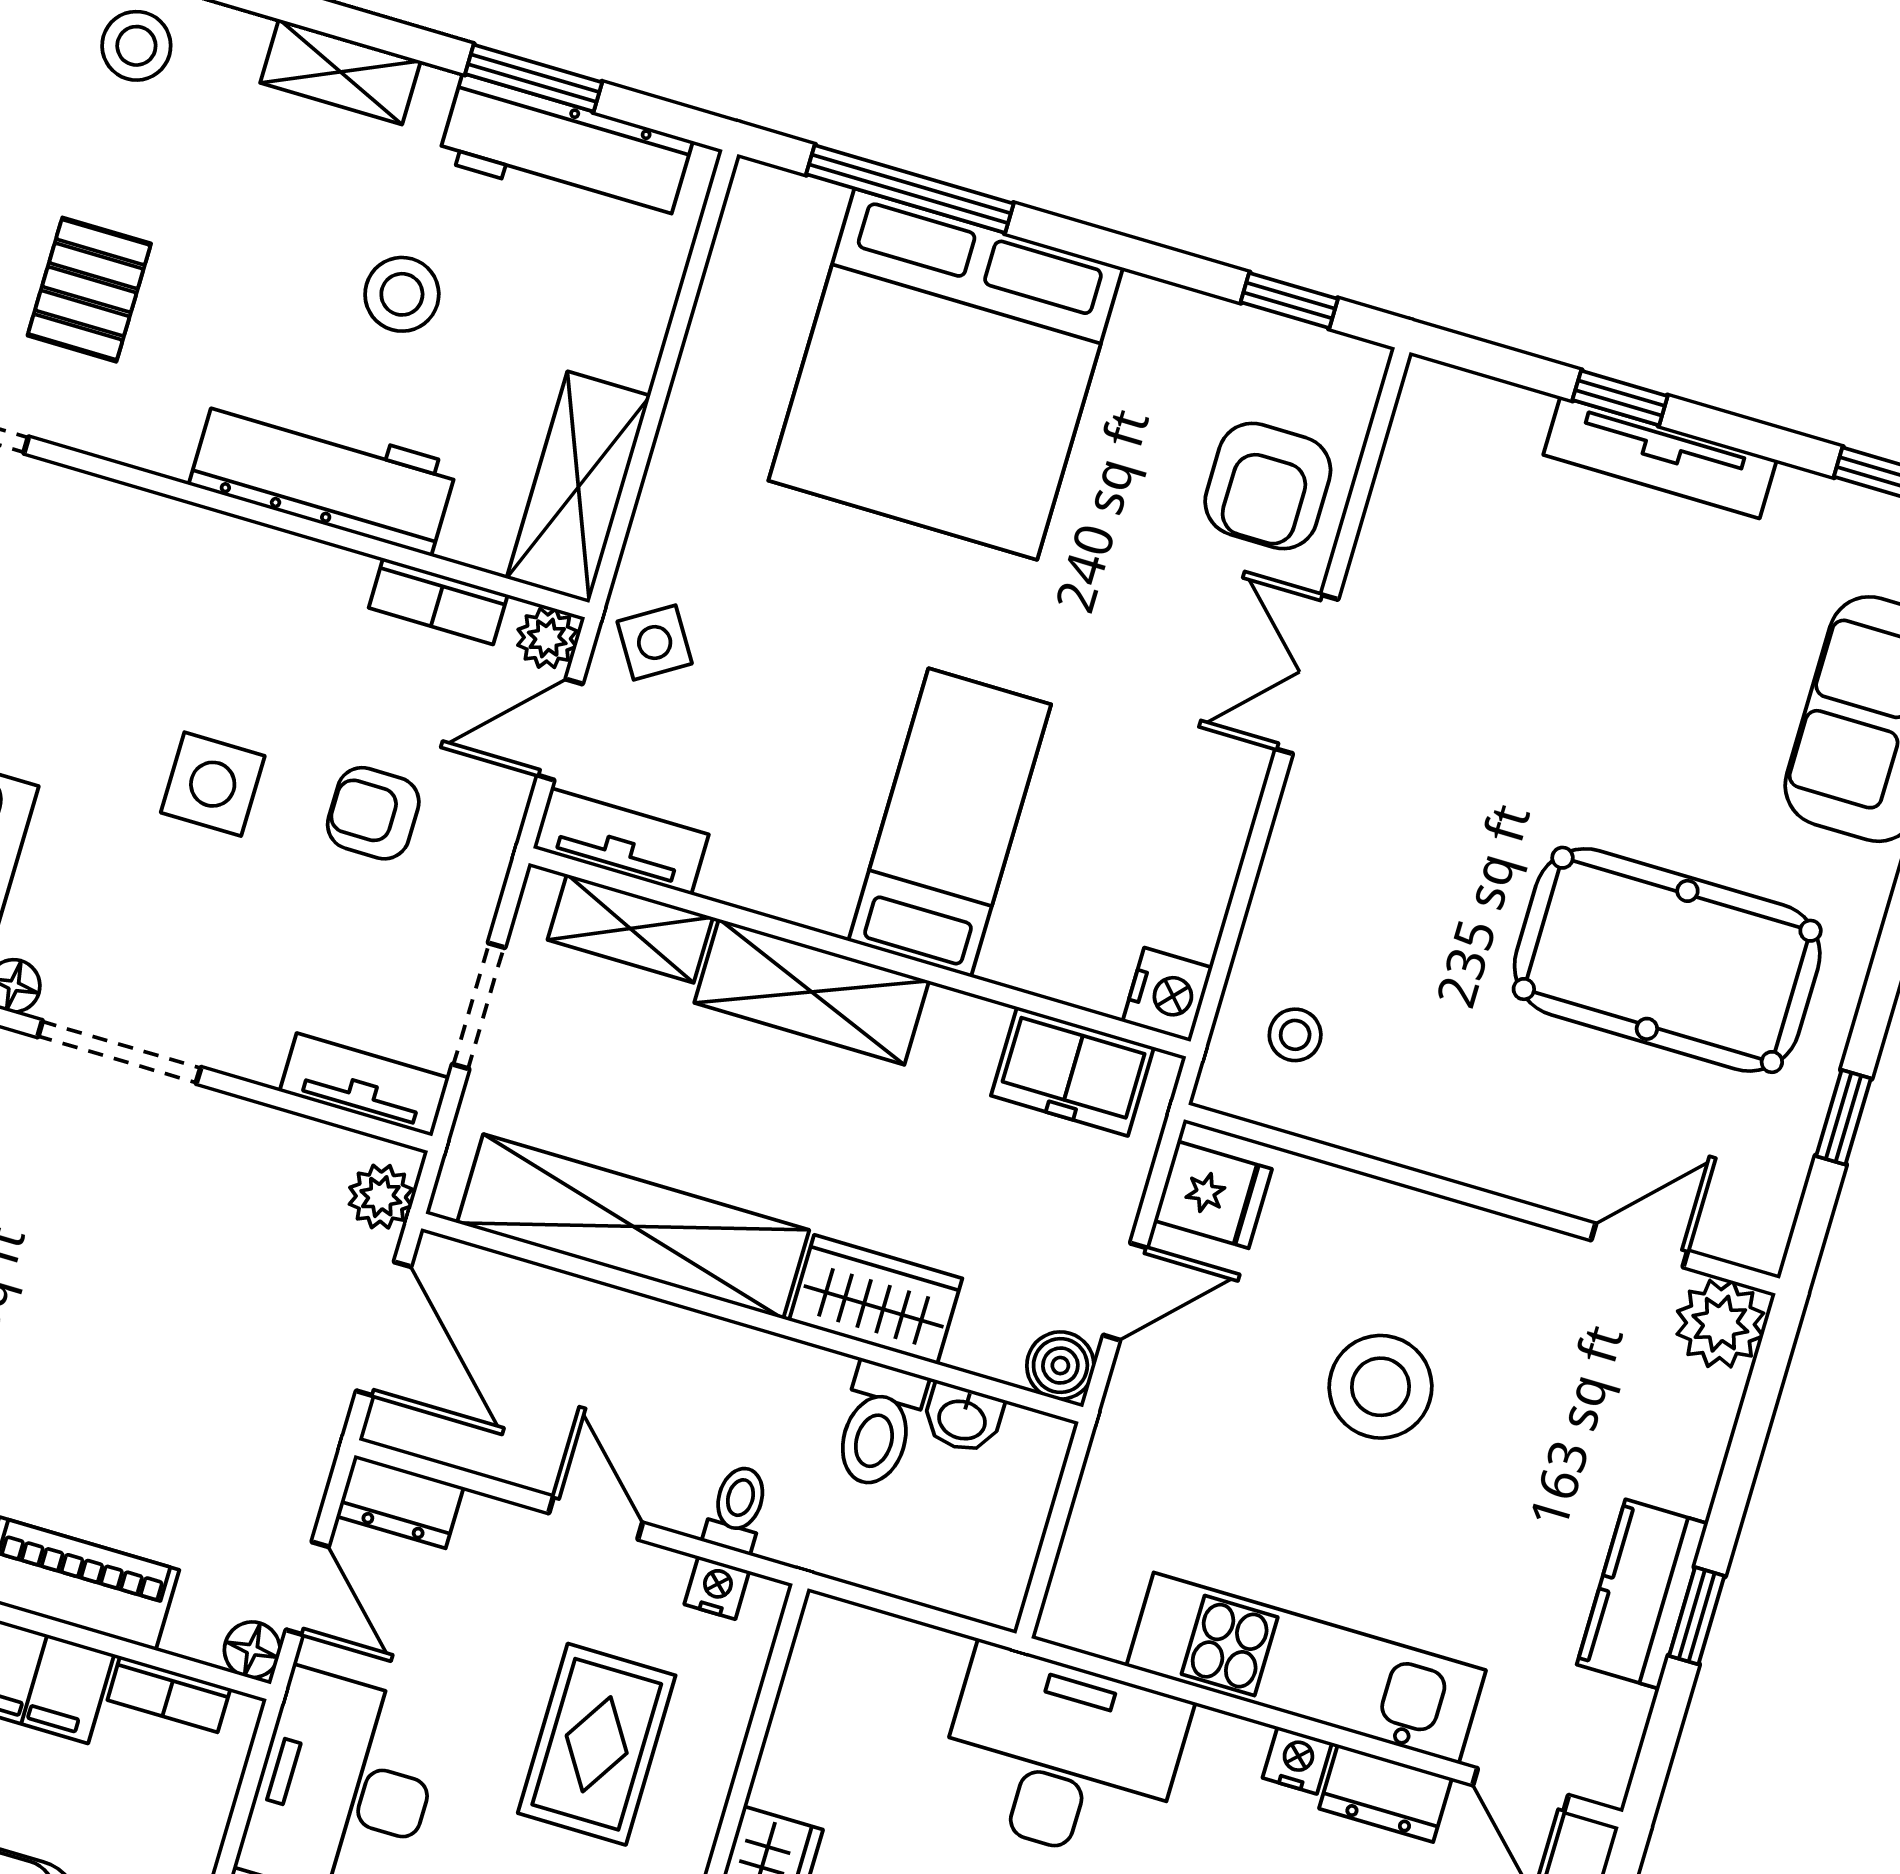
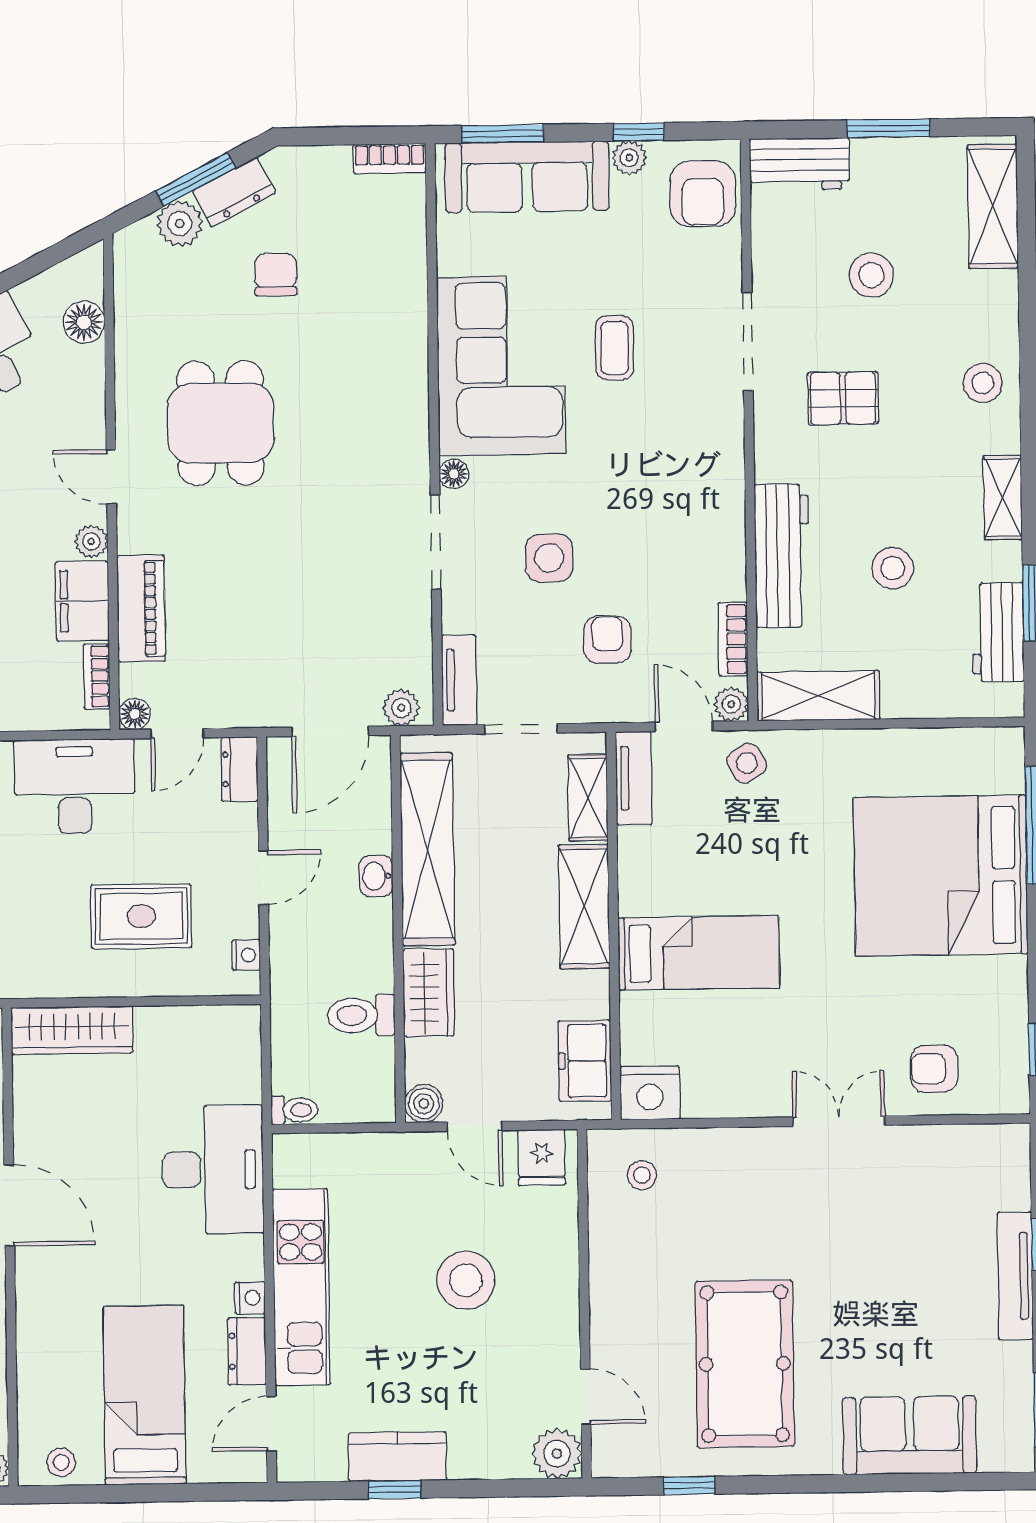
workbench: (565, 150) -> (998, 632), width x0.73
armchair: (1268, 486) -> (934, 1069), width x0.72, depth x0.72
side table: (213, 784) -> (549, 558), moved
nightstand: (1167, 995) -> (650, 1093), width x1.36, depth x1.33
washbasin: (962, 1418) -> (376, 876), moved
toilet: (737, 1509) -> (294, 1110), moved

